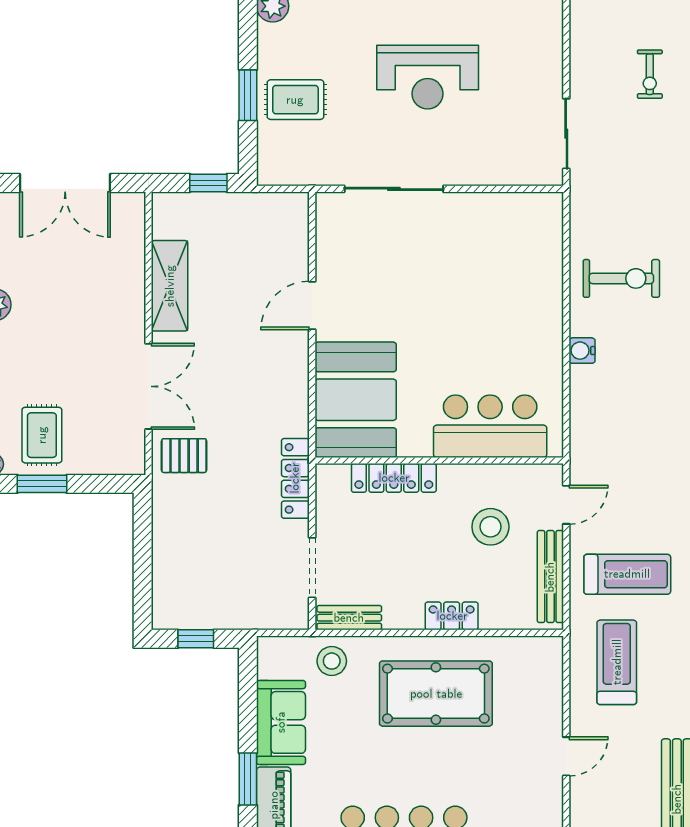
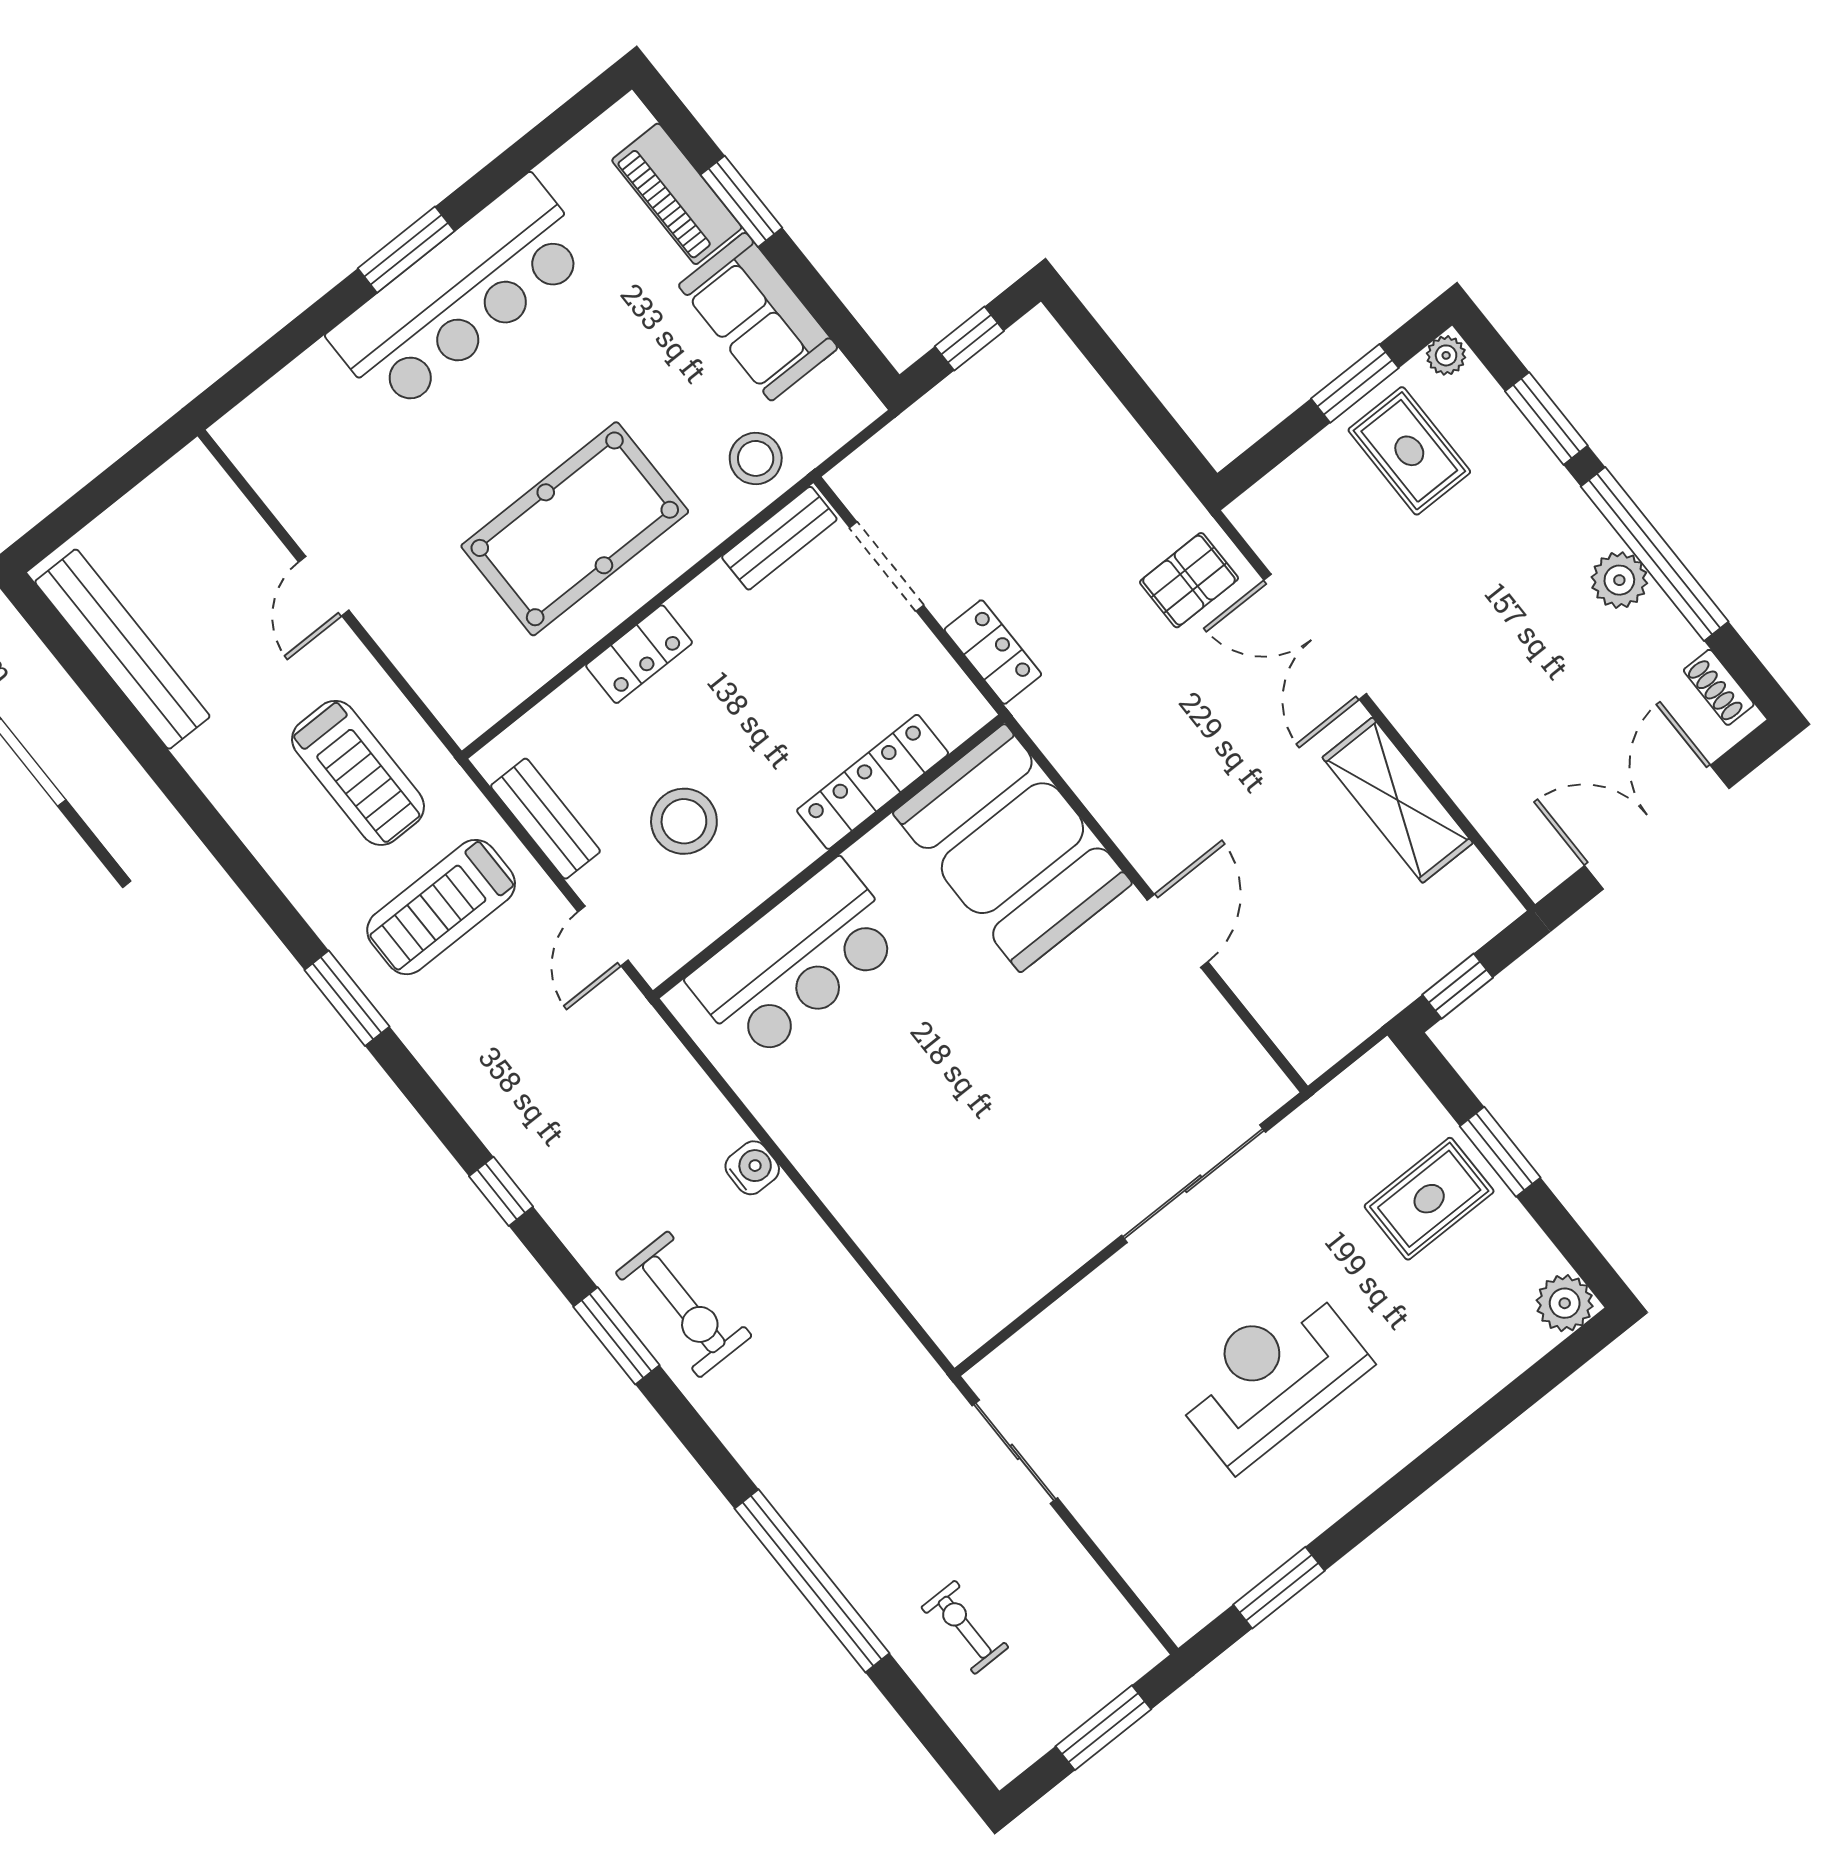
exercise bike: (621, 278) -> (684, 1304), moved, turned -90
locker: (295, 478) -> (993, 652), width x0.66
bench: (550, 577) -> (545, 819), width x0.73

